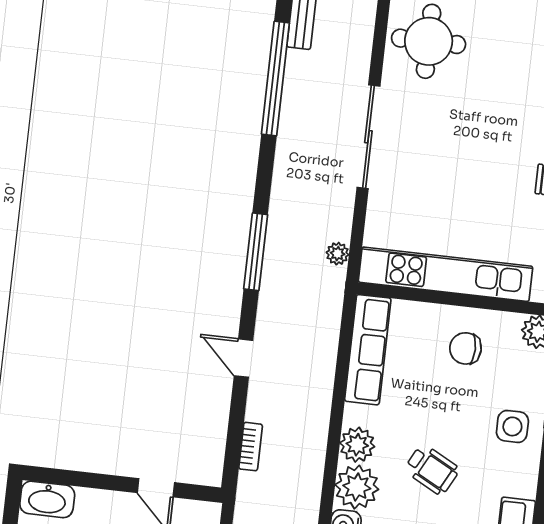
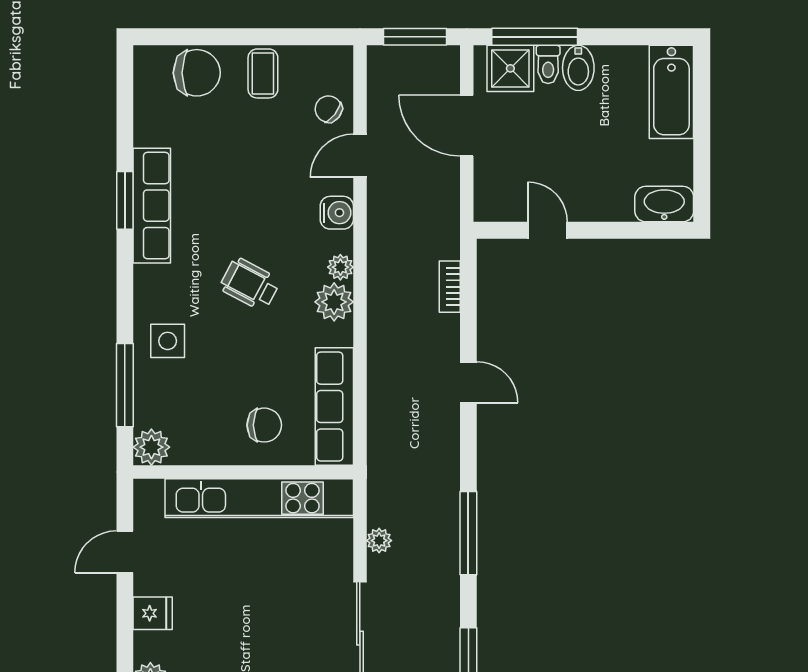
window: (256, 252) -> (468, 533), moved
plant: (338, 254) -> (379, 541), moved
chair: (465, 348) -> (264, 425), moved
plant: (357, 487) -> (340, 267), width x0.53, depth x0.53

